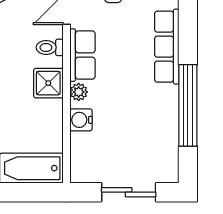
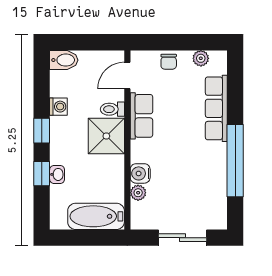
shower: (48, 83) -> (106, 136), width x1.36, depth x1.36
plant: (79, 92) -> (138, 193), moved

